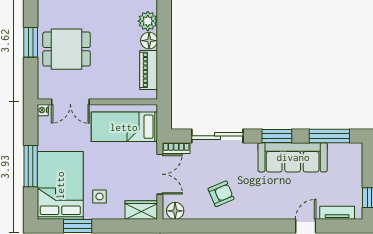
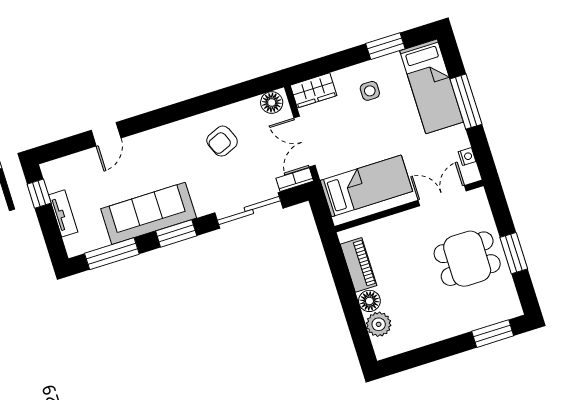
nightstand: (43, 110) -> (467, 157), moved
bed: (60, 185) -> (432, 86), width x0.67
tv unit: (337, 213) -> (63, 213), moved, turned -90

